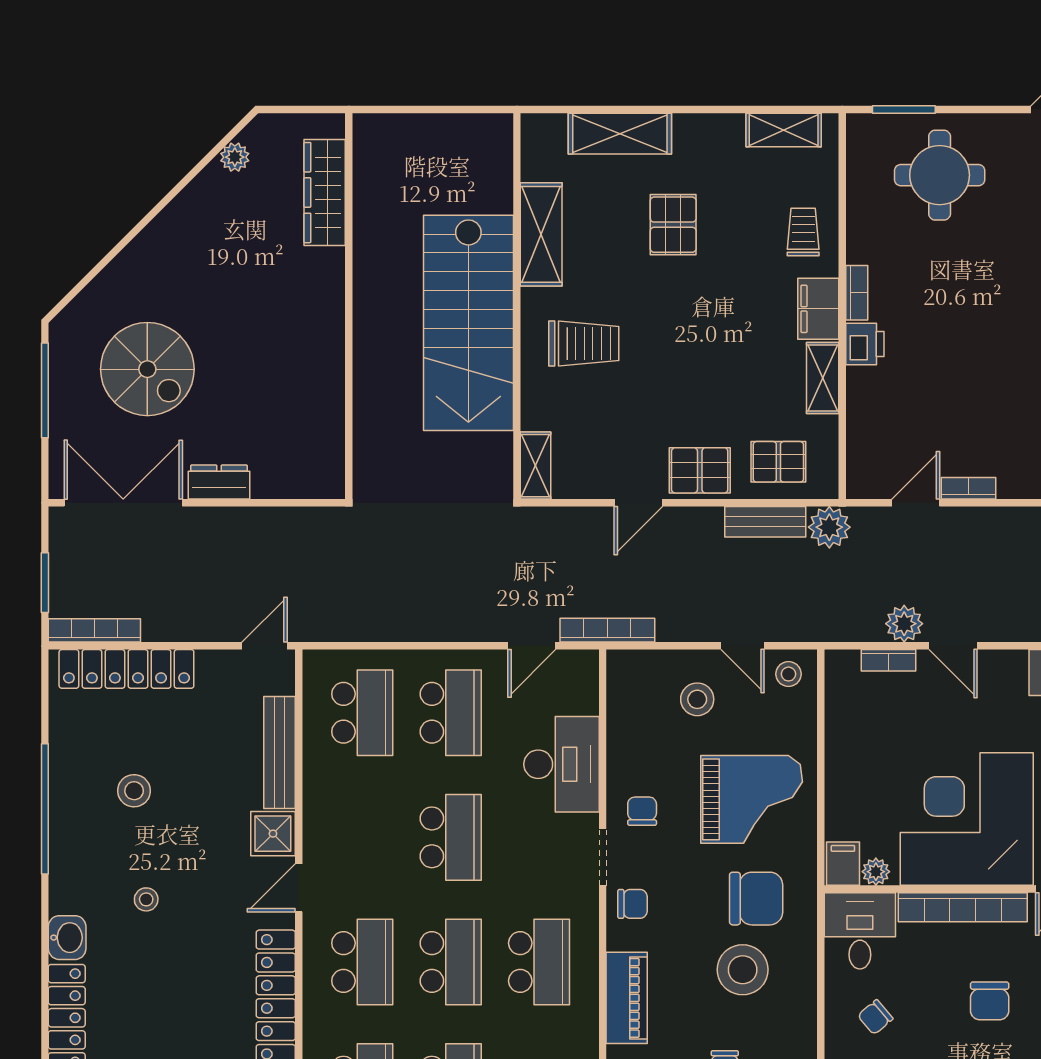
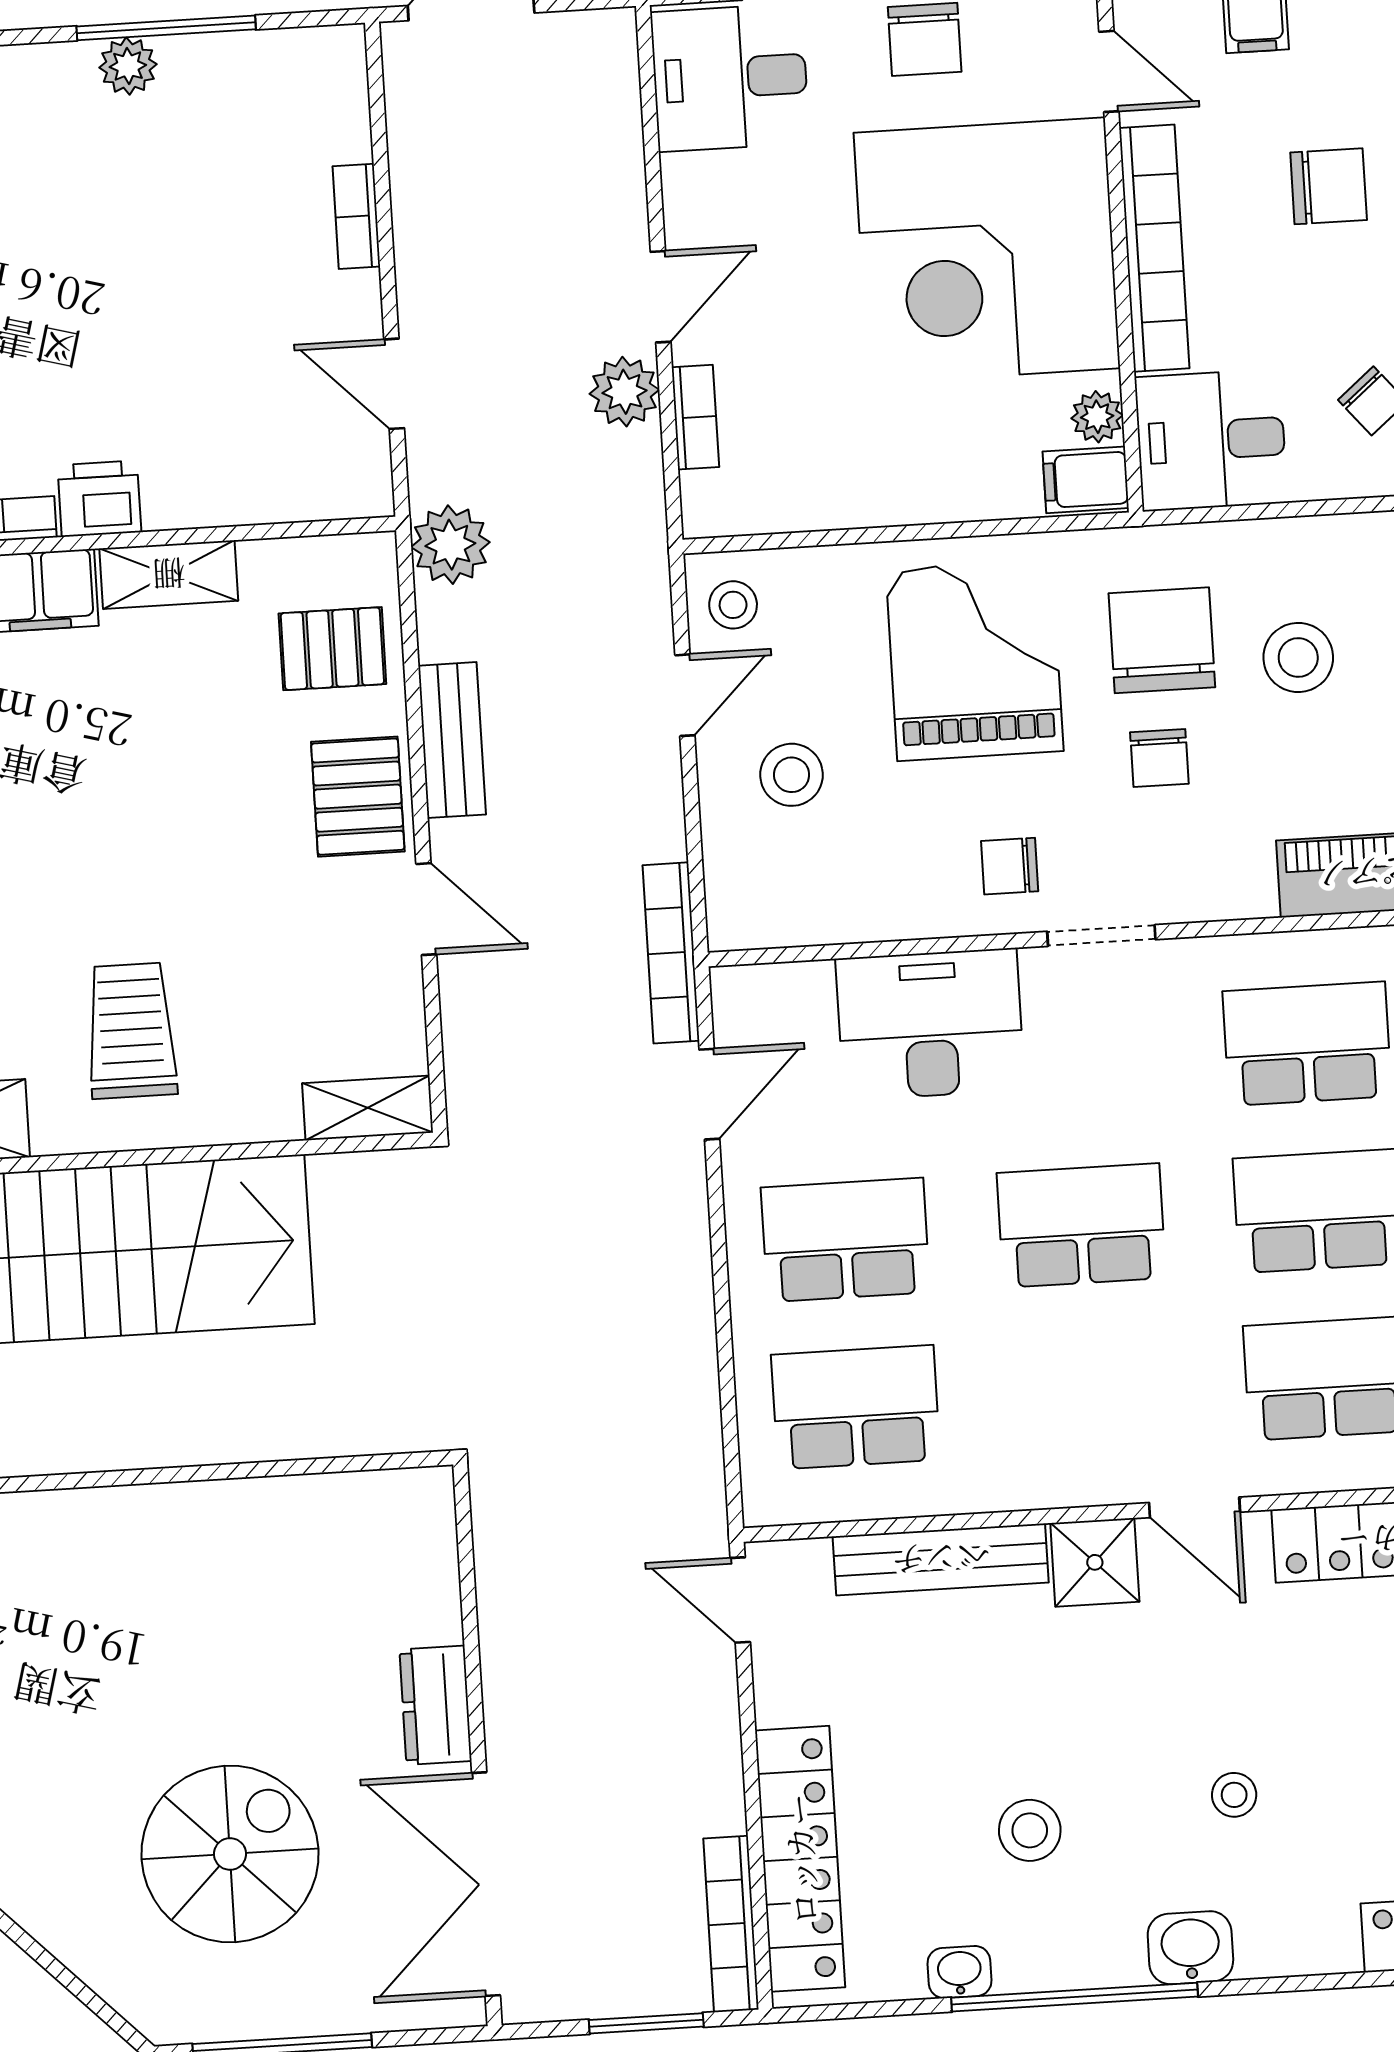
pallet: (778, 462) -> (332, 649), turned 90
bookcase: (969, 488) -> (356, 216), moved
bench: (765, 522) -> (452, 740), moved
door: (532, 646) -> (709, 1094), hinge flipped
washbasin: (62, 749) -> (960, 1972), added
chair: (632, 904) -> (1159, 758), moved, turned 180
washbasin: (67, 938) -> (1190, 1948), moved
stool: (743, 970) -> (1298, 658), width x0.73, depth x0.73

